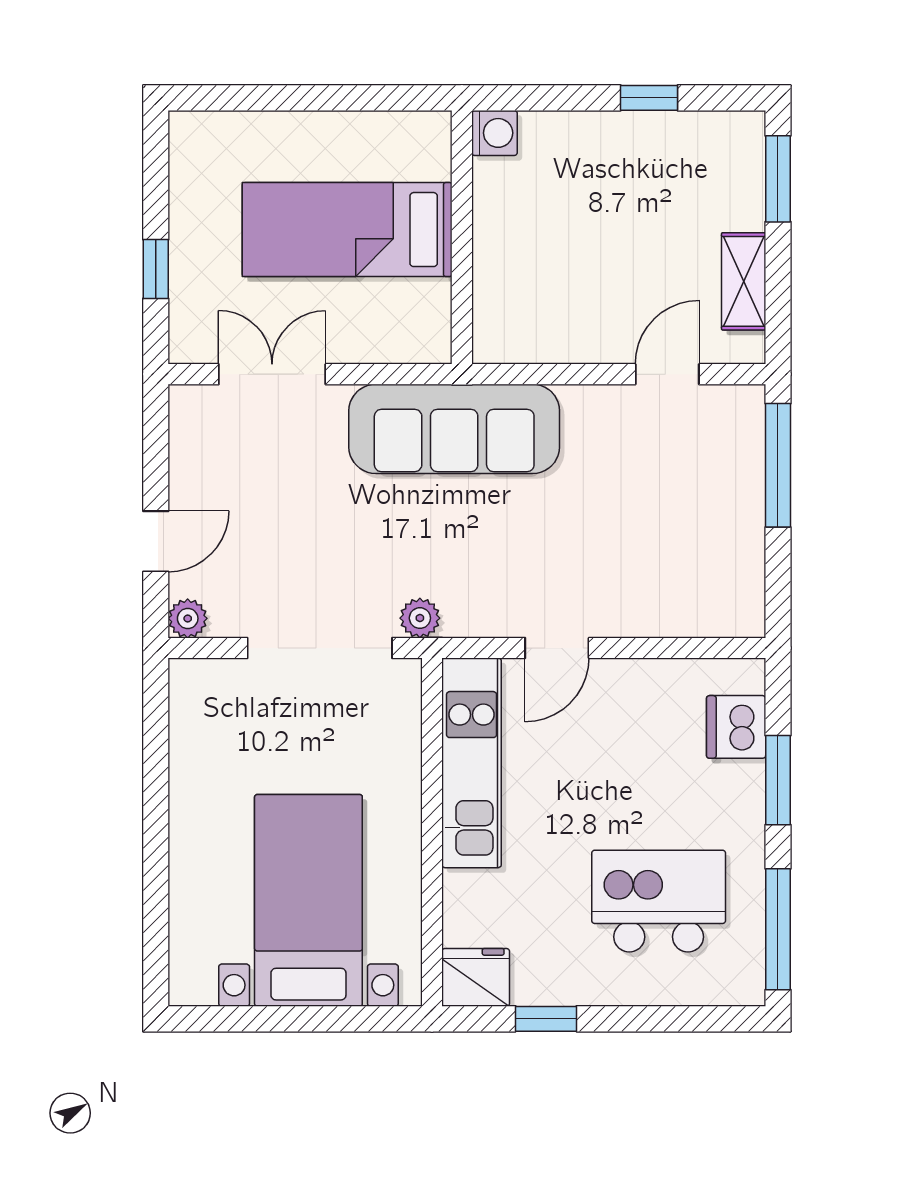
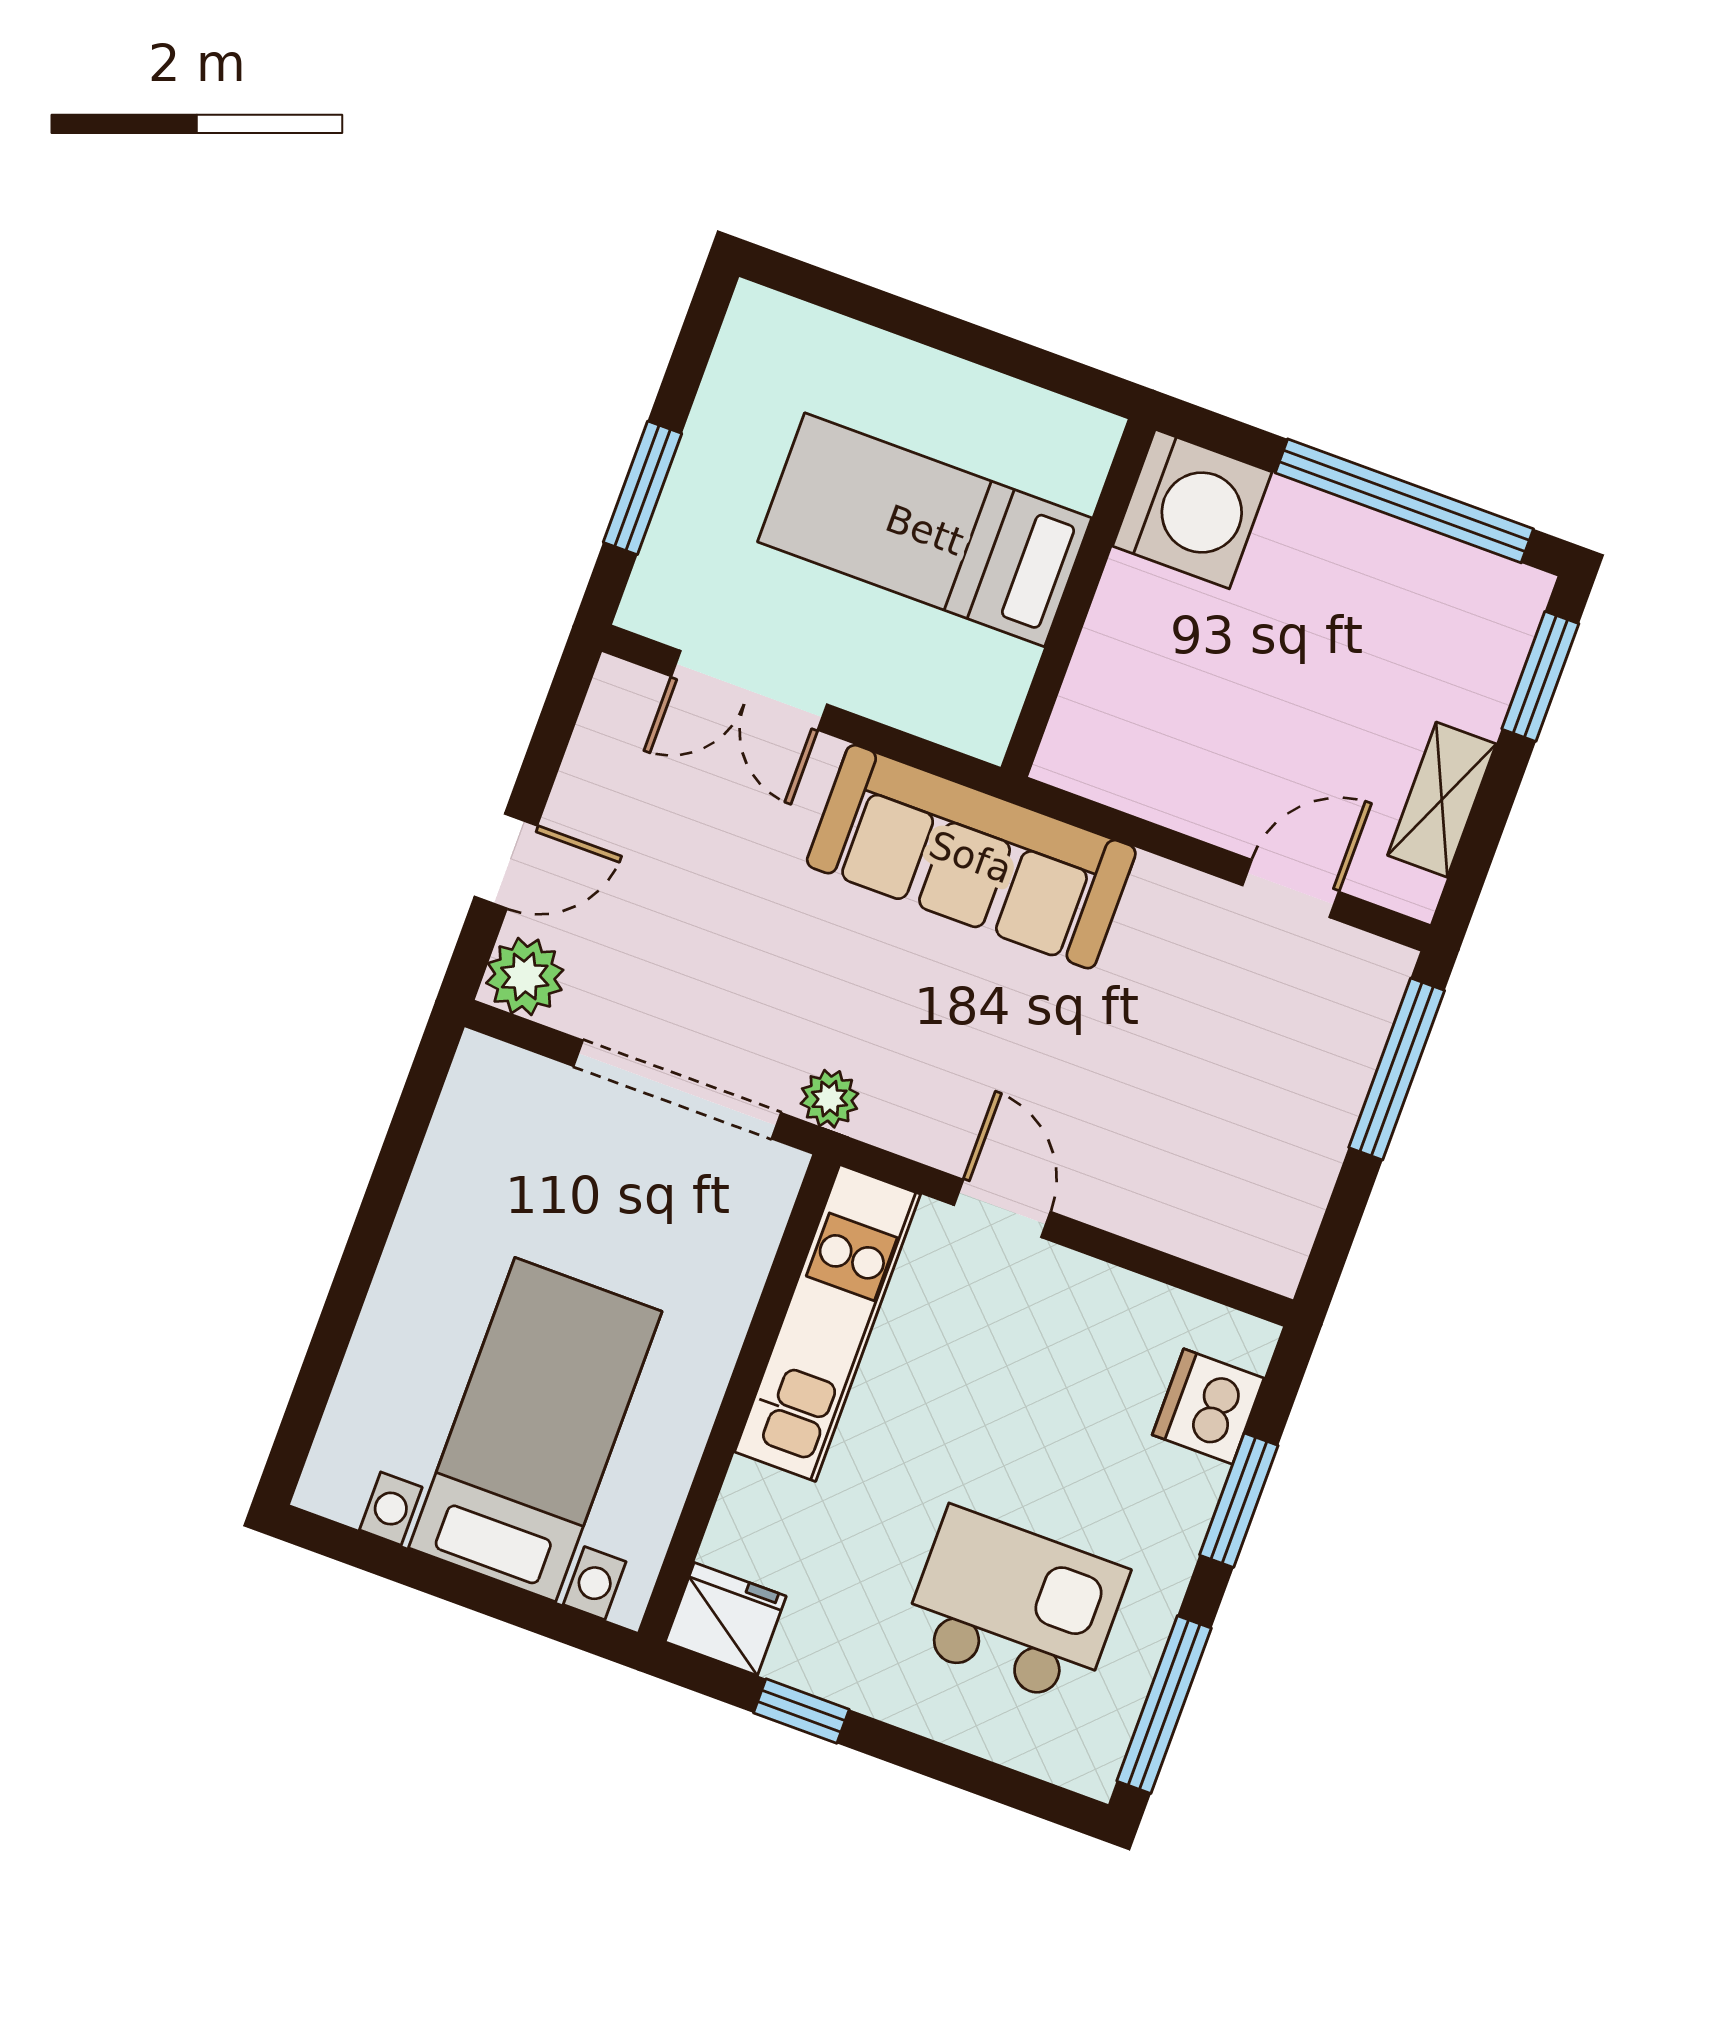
window: (649, 98) -> (1404, 501), width x3.17
washing machine: (494, 133) -> (1192, 509), width x1.89, depth x1.89
window: (156, 269) -> (643, 488), width x1.50
double door: (272, 374) -> (749, 690), swing flipped
plant: (188, 618) -> (525, 977), width x1.38, depth x1.38
door: (557, 648) -> (1002, 1208), swing flipped

